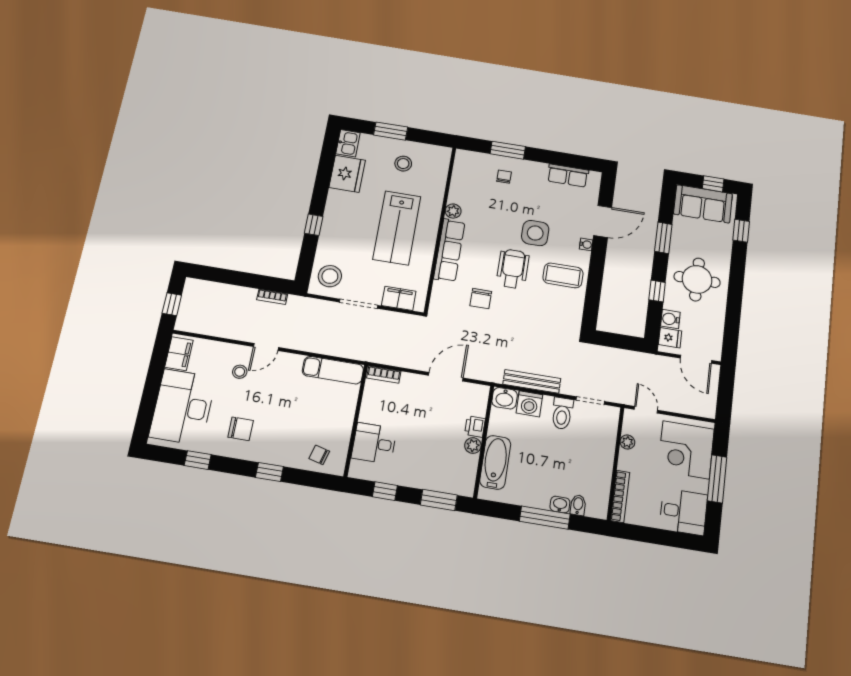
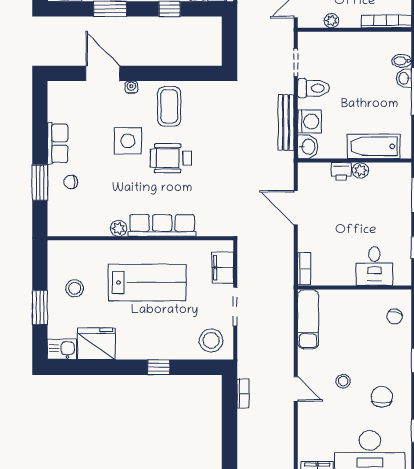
row of seats: (568, 175) -> (58, 143), moved
chair: (481, 299) -> (209, 186), removed
stool: (240, 372) -> (343, 381), moved

